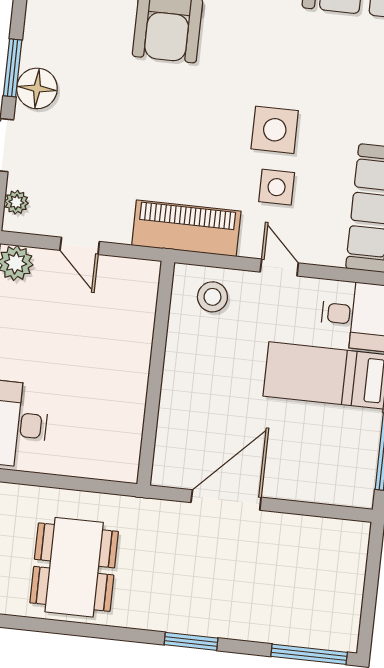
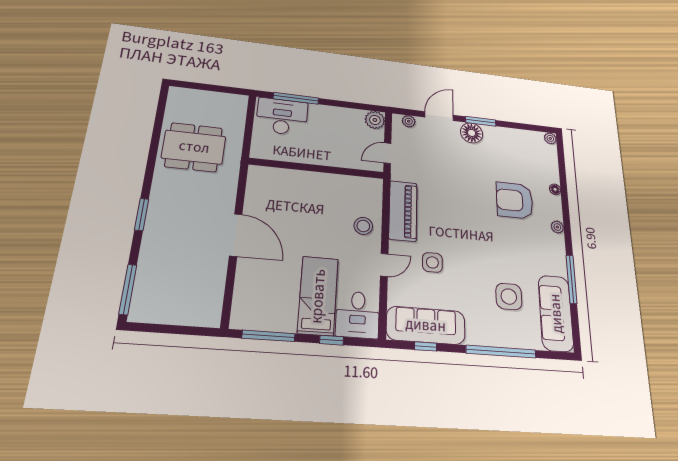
side table: (275, 130) -> (509, 296), moved
wall: (156, 373) -> (317, 168), moved

